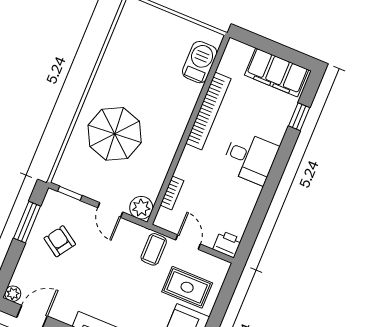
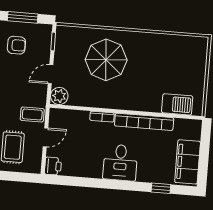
bookcase: (172, 193) -> (102, 117), moved
armchair: (60, 241) -> (16, 45), turned 56

